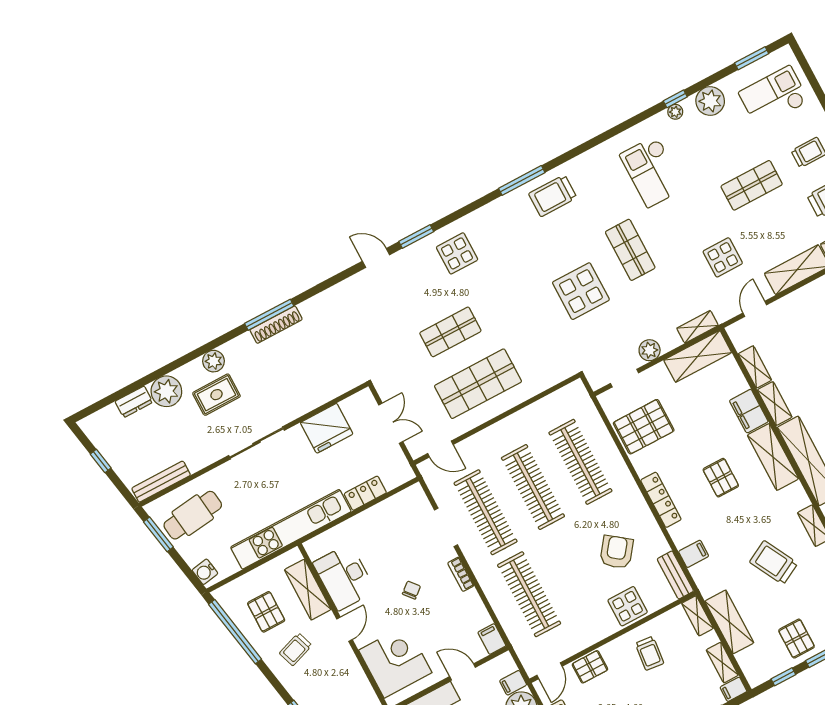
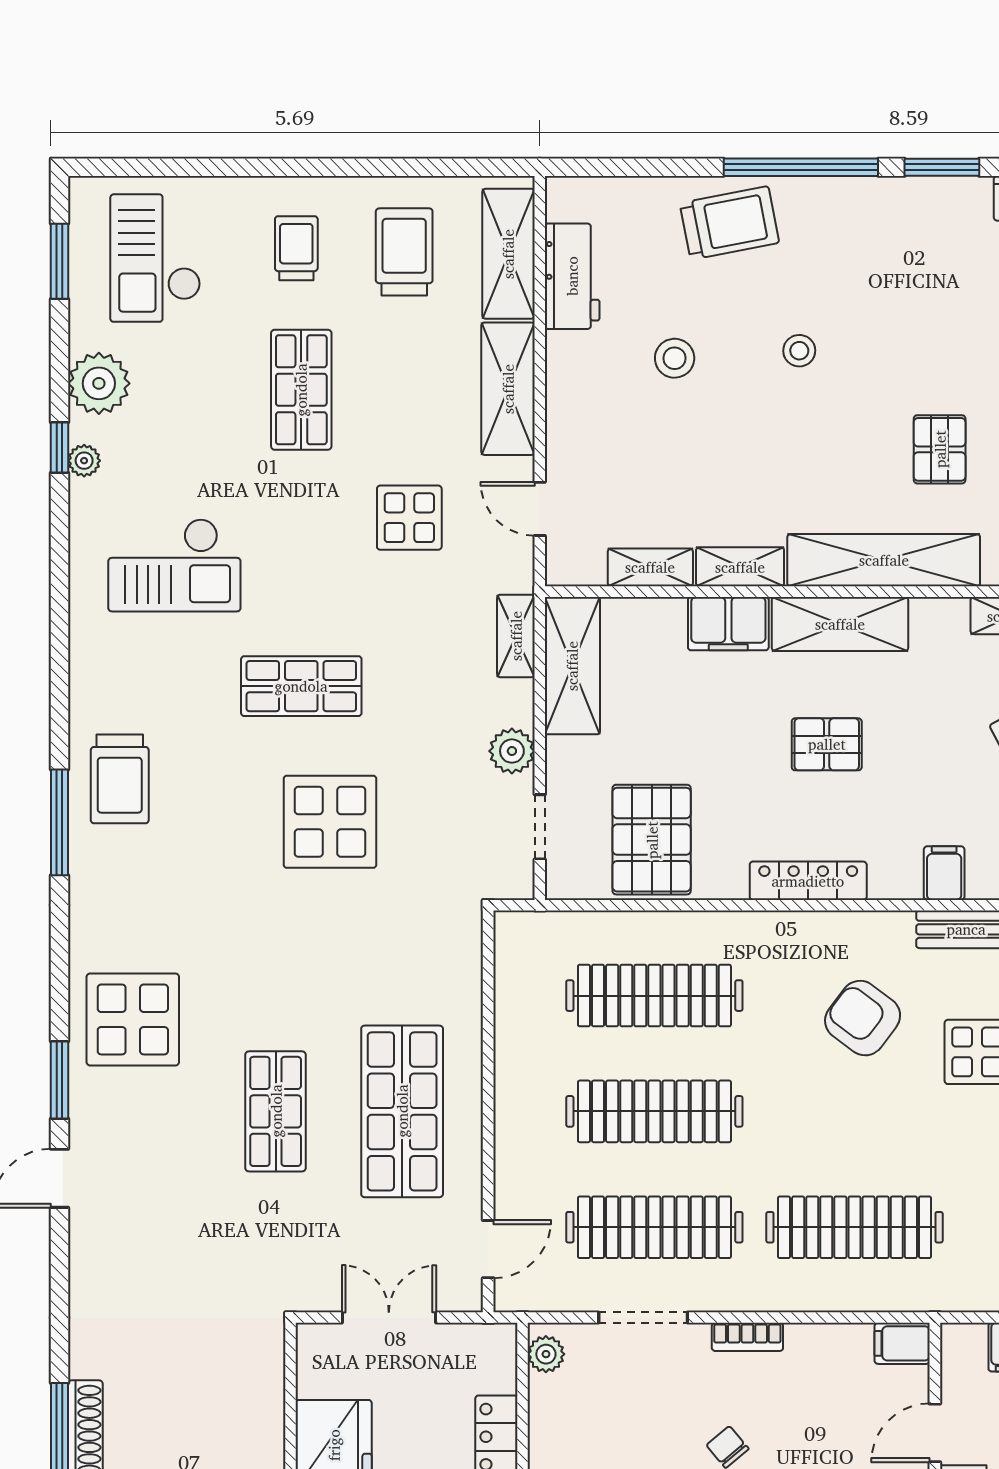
display table: (457, 253) -> (133, 1019), width x1.36, depth x1.36
plant: (410, 495) -> (546, 1354), added

